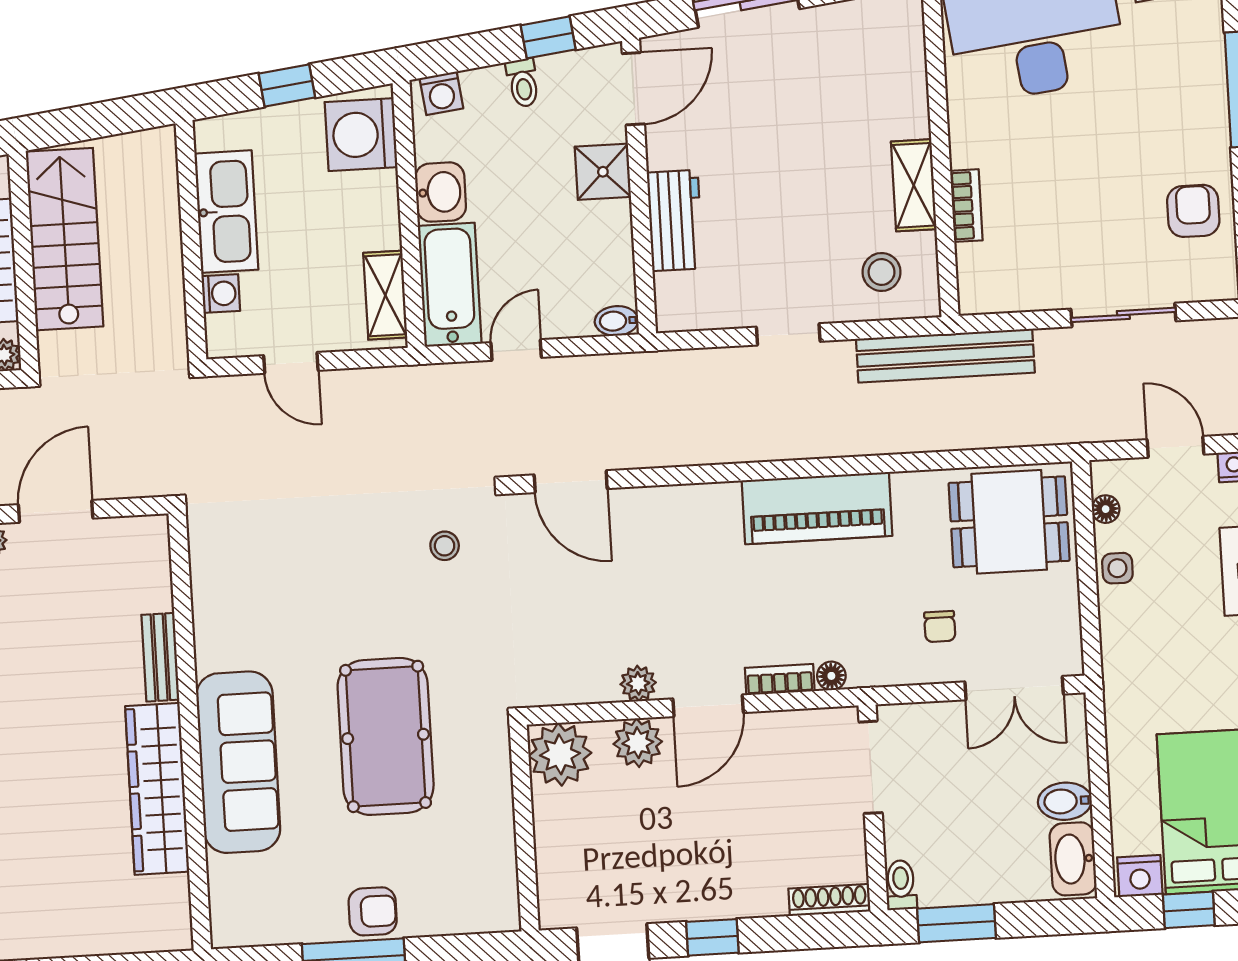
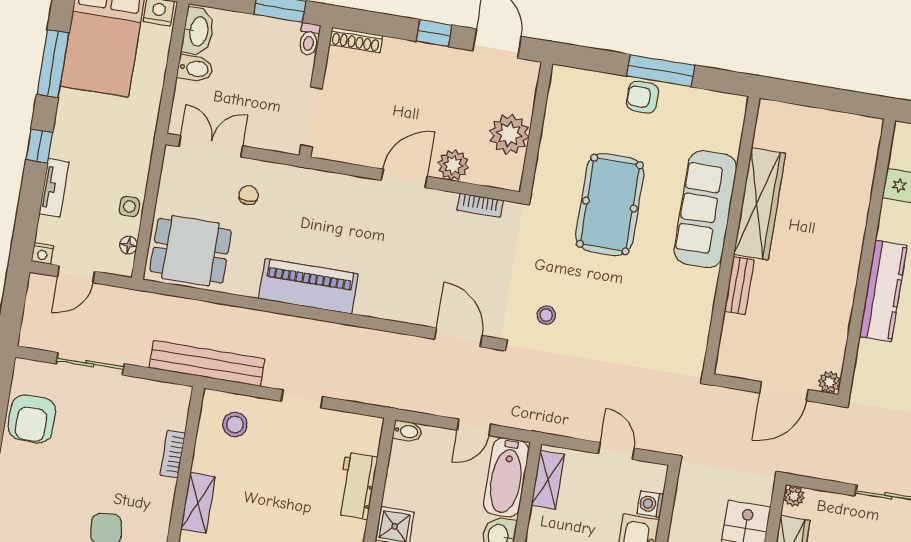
shelving: (914, 185) -> (198, 503), moved
armchair: (1193, 211) -> (32, 419), width x1.38, depth x1.38
door: (1175, 447) -> (76, 274), hinge flipped
floor lamp: (831, 676) -> (323, 180), removed
bookcase: (780, 679) -> (480, 205), moved
plant: (638, 683) -> (445, 202), removed
plant: (560, 754) -> (509, 134), moved

